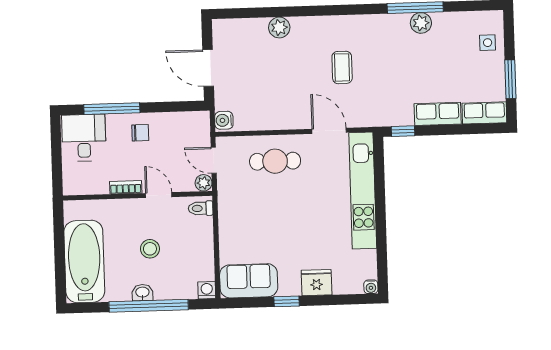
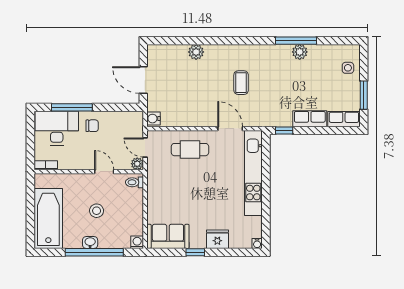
desk: (84, 138) -> (57, 128), width x1.37
bookcase: (126, 187) -> (46, 165), moved

